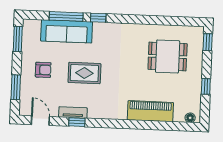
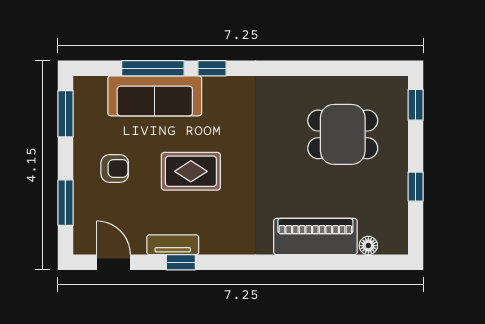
floor lamp: (190, 118) -> (368, 246), moved

